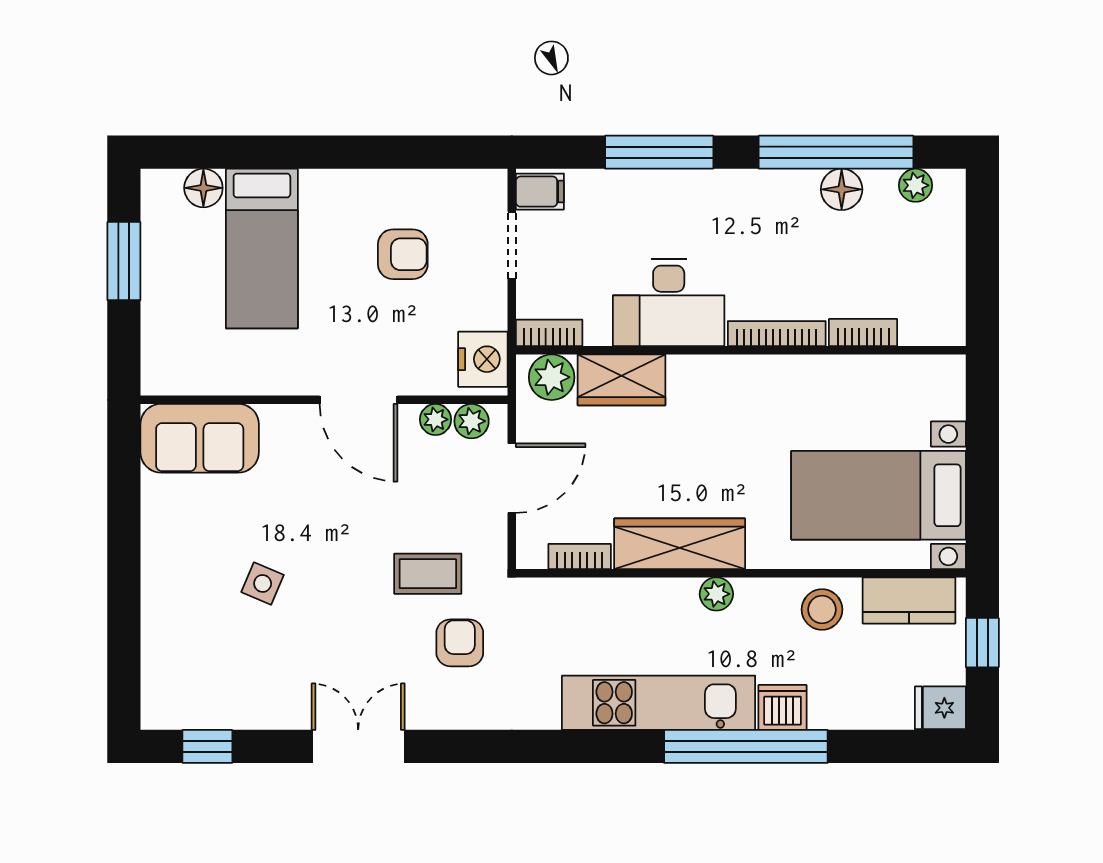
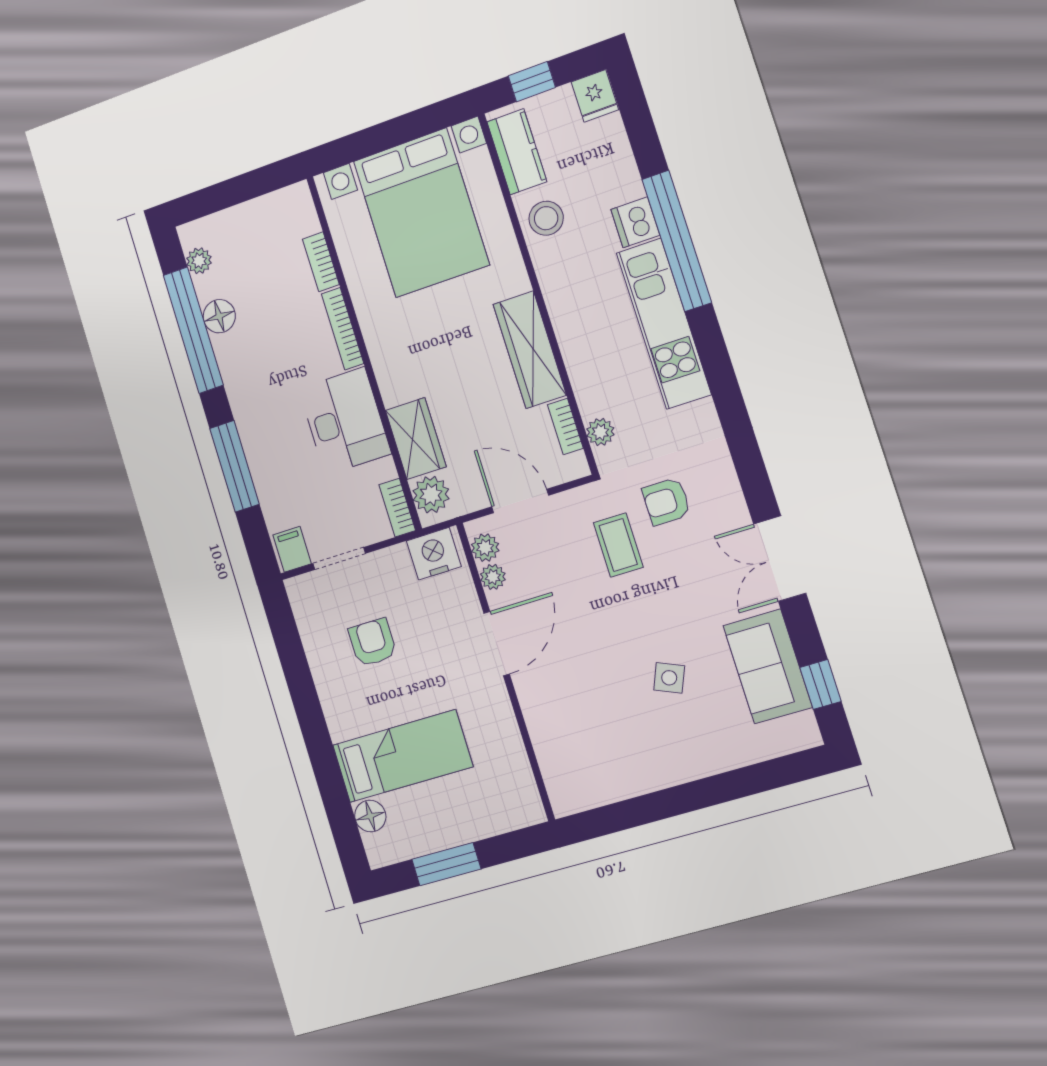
sofa: (200, 438) -> (768, 666), moved, turned 180
bed with nightstands: (878, 495) -> (421, 213), width x1.36
plant: (716, 594) -> (600, 432), moved

